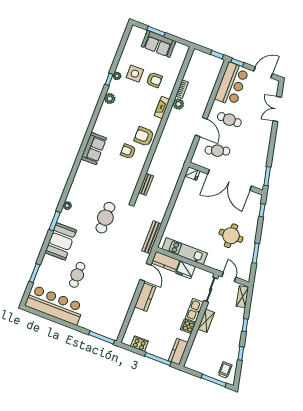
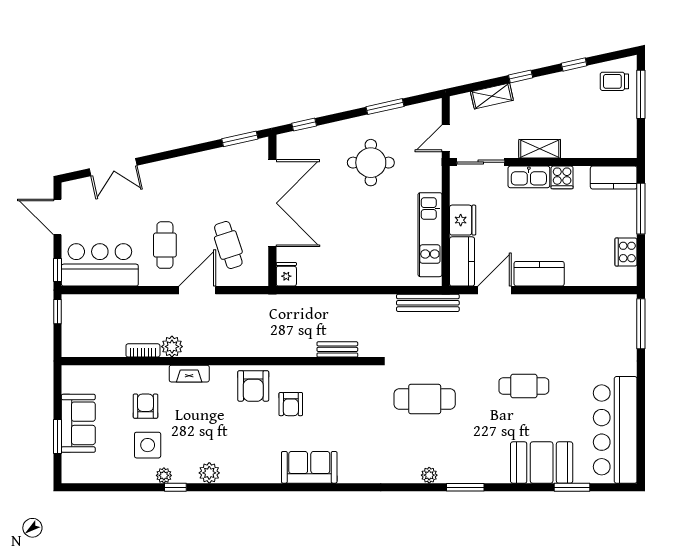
booth: (61, 241) -> (542, 463), moved
cafe table: (77, 275) -> (524, 386), moved
shelving: (242, 297) -> (492, 96), moved

